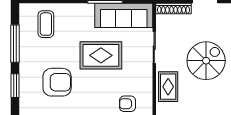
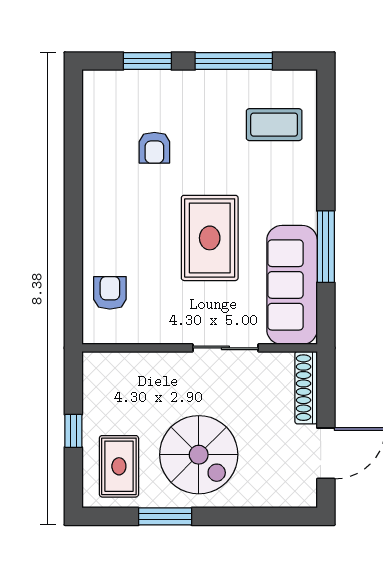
armchair: (57, 82) -> (154, 148), width x0.53, depth x0.53
rug: (168, 87) -> (119, 466), moved, turned 90

